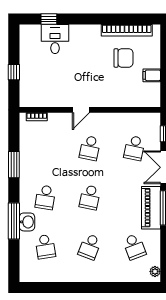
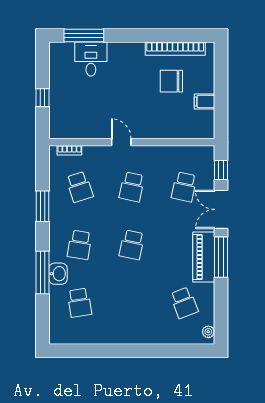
window: (49, 19) -> (84, 35), width x2.17
chair: (124, 58) -> (171, 81), turned 180
door: (81, 110) -> (121, 142), swing flipped
school desk: (90, 247) -> (80, 187), moved, turned -39

